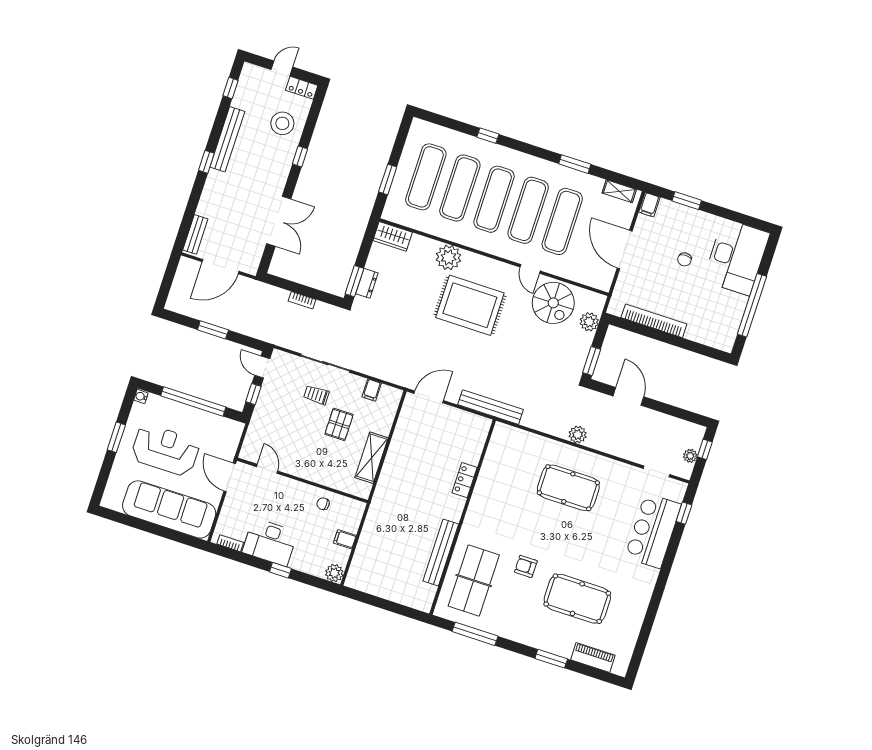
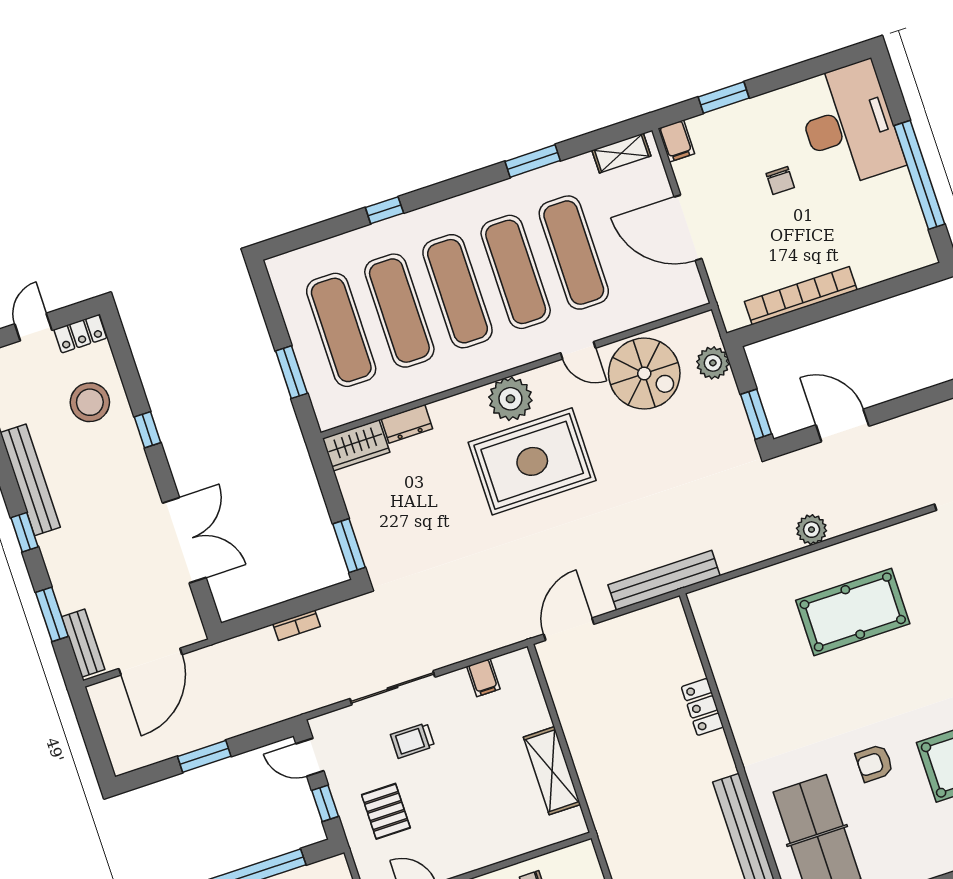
window: (191, 210) -> (52, 614), added
plant: (449, 257) -> (510, 399), moved
dresser: (367, 283) -> (407, 424), moved, turned 90
pallet: (339, 424) -> (386, 811), moved

